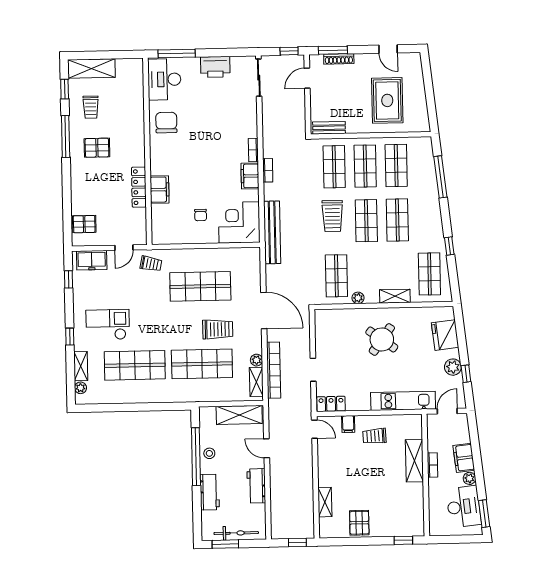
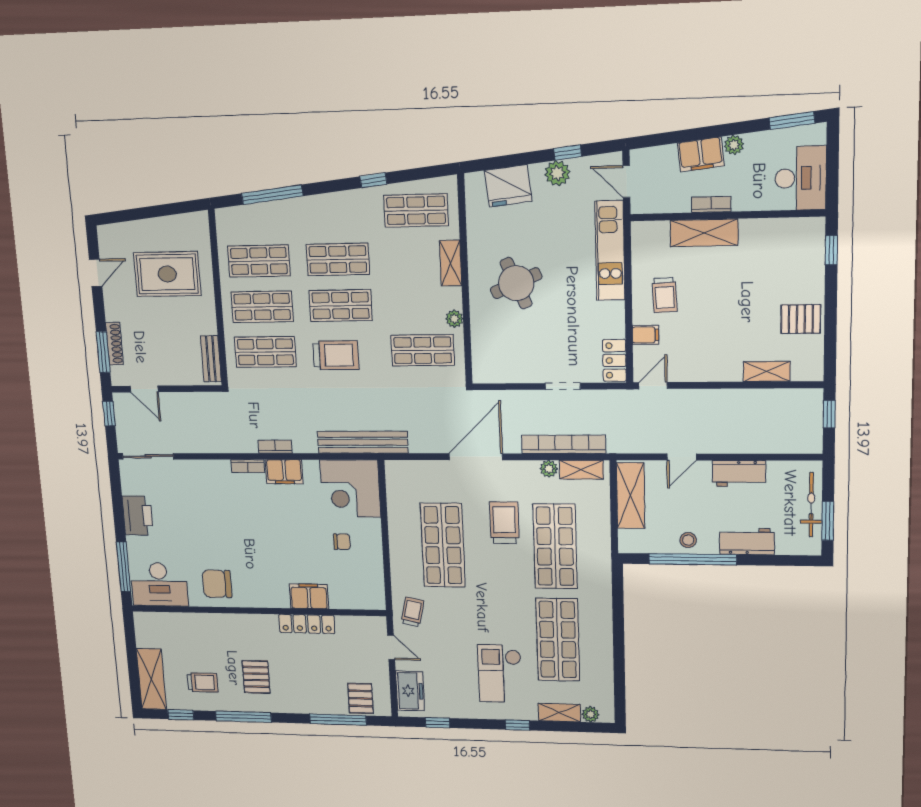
window: (67, 207) -> (338, 720), added
round table: (382, 339) -> (516, 283), turned 31
desk: (464, 507) -> (801, 178), moved, turned 96

